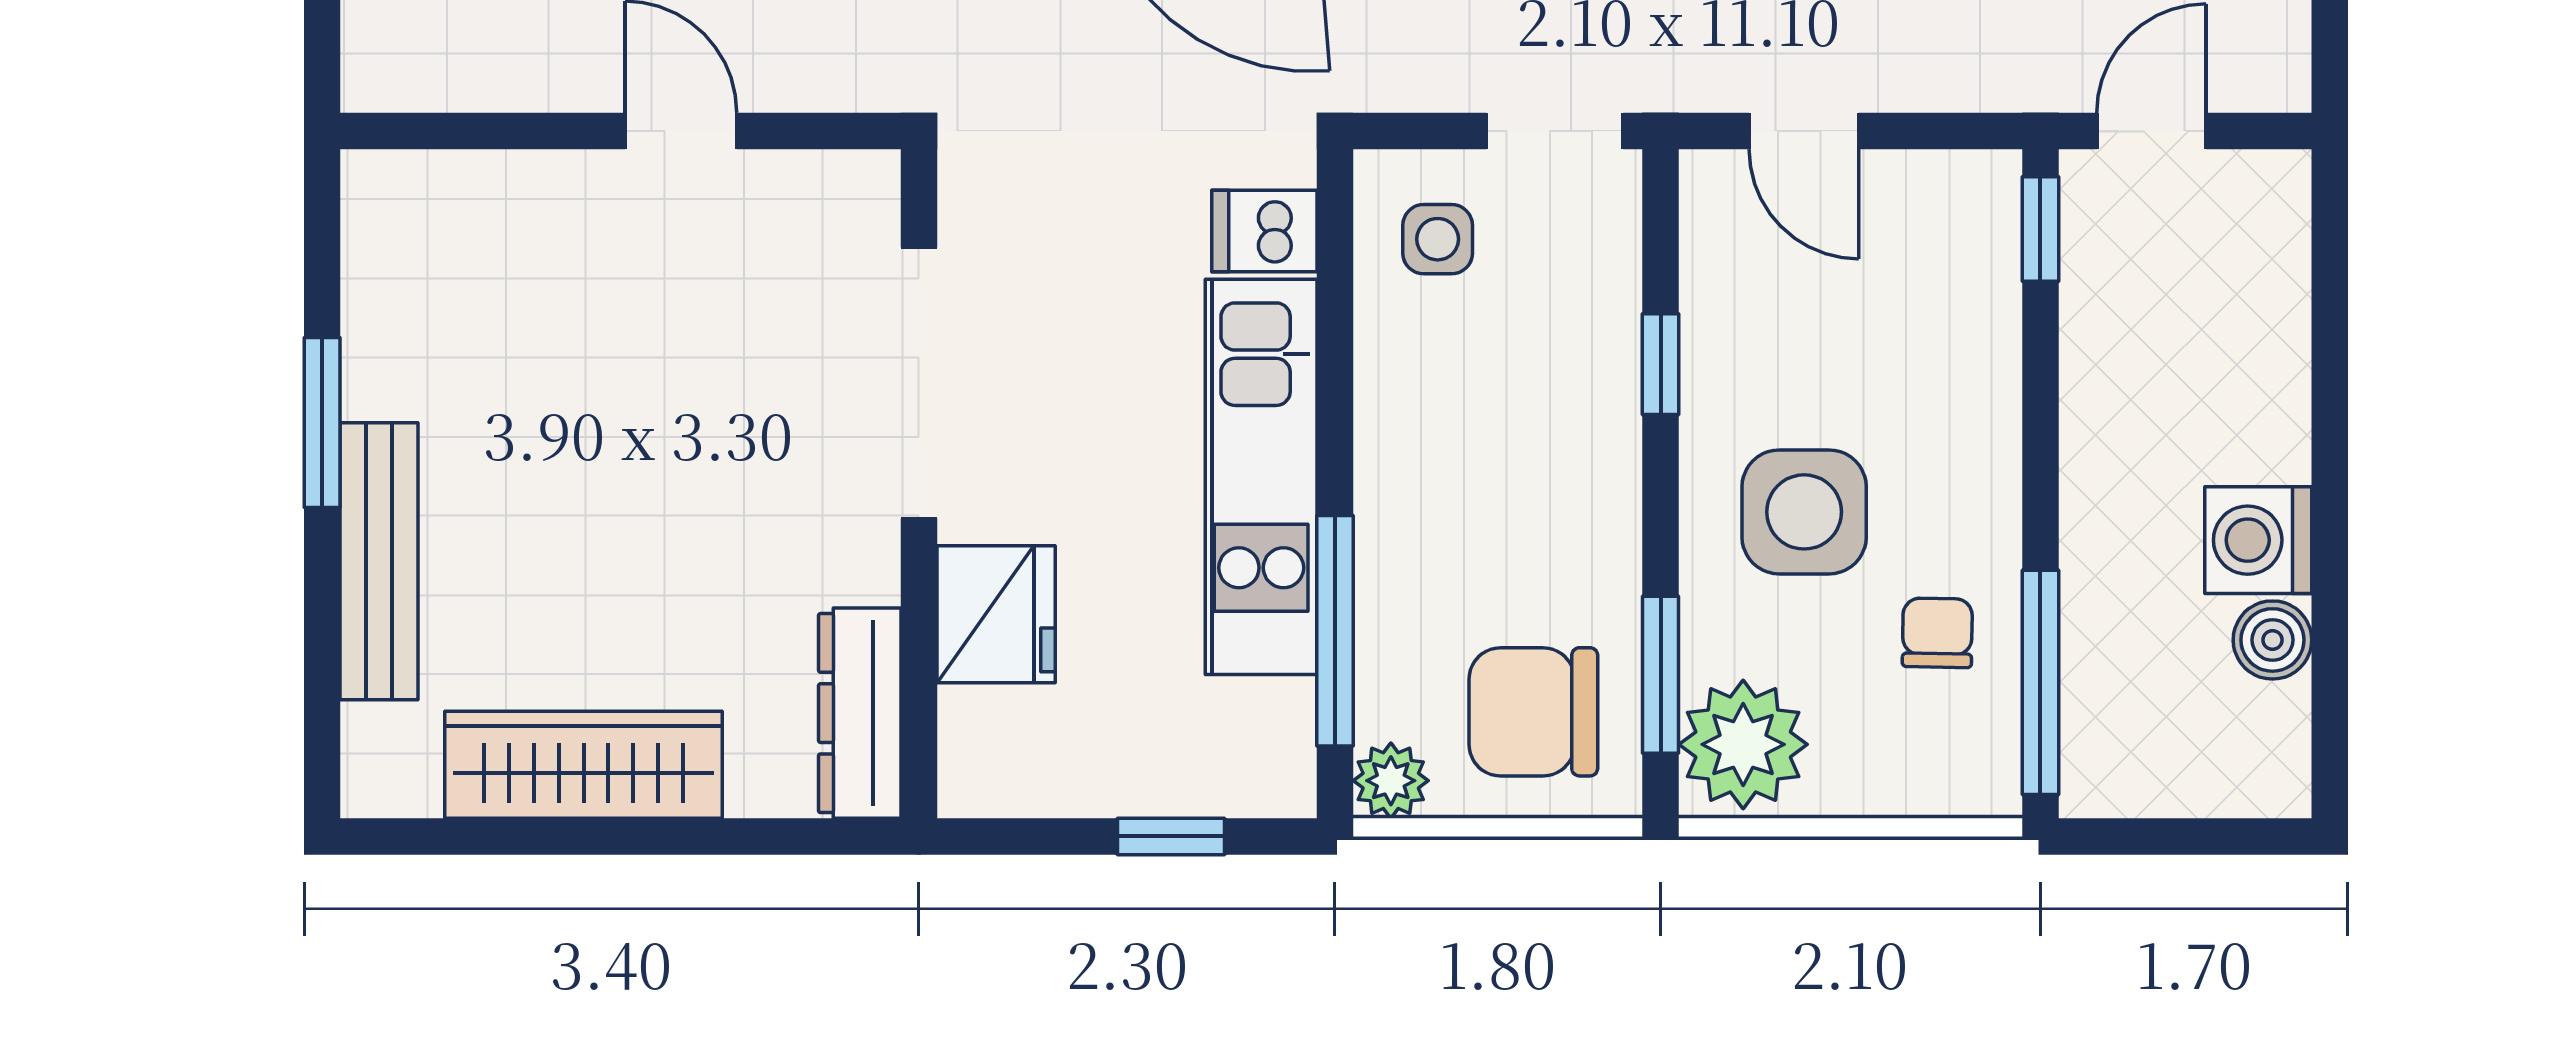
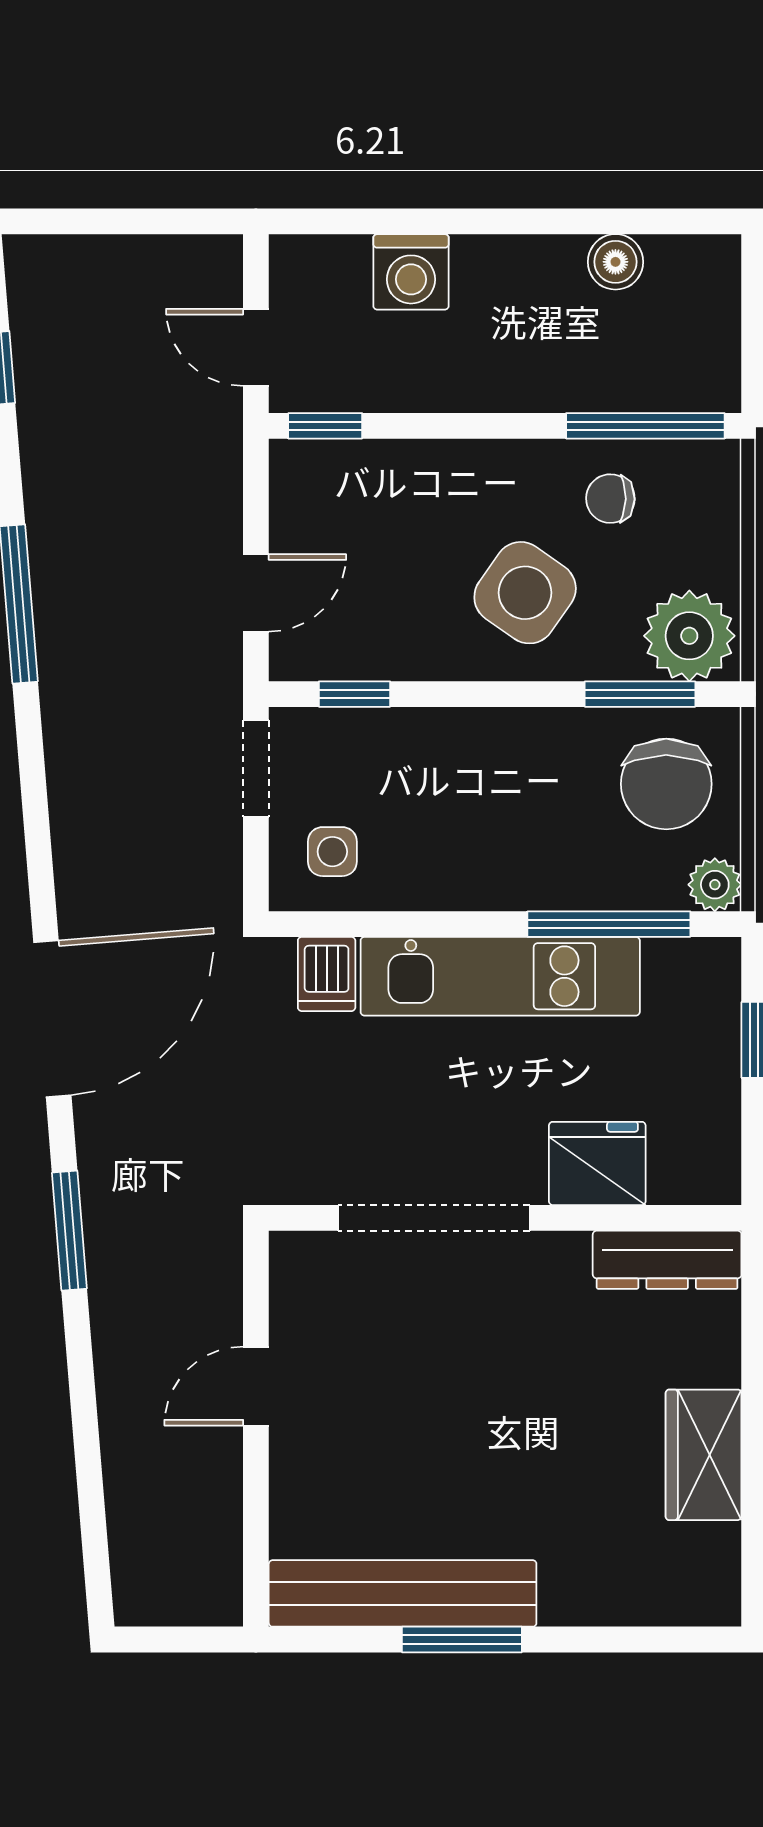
window: (1661, 364) -> (354, 694), moved
side table: (1804, 512) -> (525, 593), turned 35
washing machine: (2258, 540) -> (411, 272), moved
bench: (379, 561) -> (403, 1593), moved, width x1.37, depth x1.21
wardrobe: (584, 765) -> (704, 1455), width x0.67

